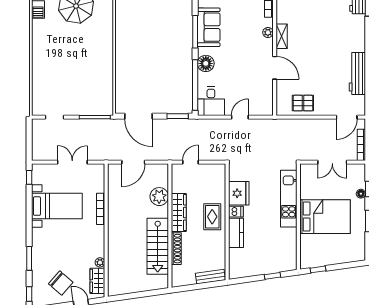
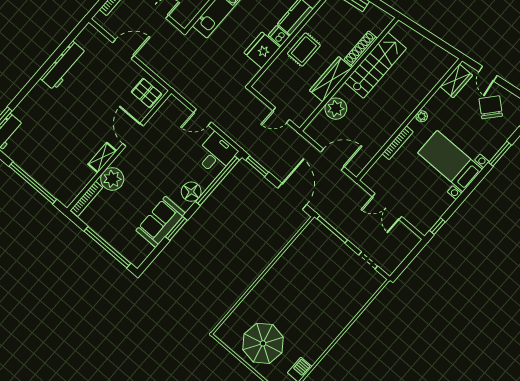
window: (195, 32) -> (176, 228), width x0.69
plant: (268, 32) -> (112, 179), width x1.88, depth x1.88
pallet: (303, 103) -> (146, 93), moved
door: (347, 117) -> (123, 49), moved
bed with nightstands: (57, 206) -> (450, 161), moved
plant: (100, 262) -> (422, 116), moved

